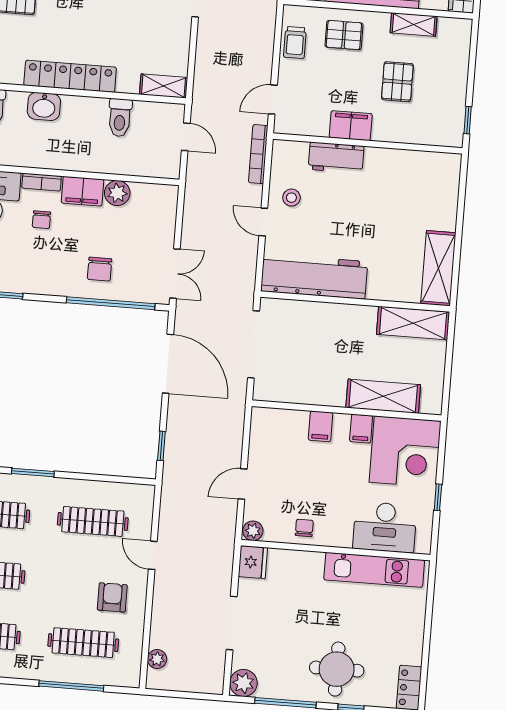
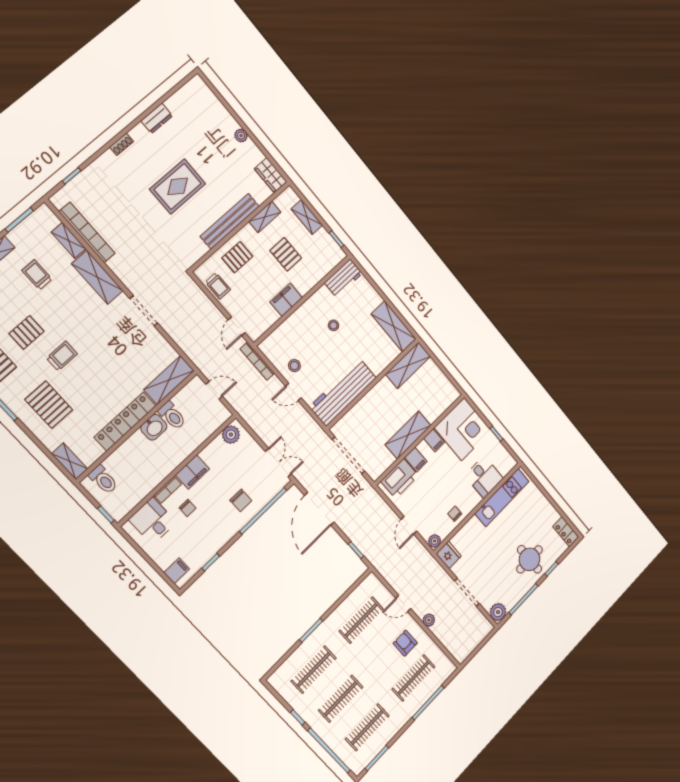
shelving: (458, 68) -> (307, 217), added
shelving: (164, 86) -> (169, 380), width x1.50, depth x1.33
washbasin: (44, 106) -> (154, 427), moved
workbench: (336, 158) -> (343, 278), moved
plant: (117, 193) -> (231, 435), moved
stool: (374, 201) -> (334, 325), added
door: (168, 364) -> (319, 509), swing flipped
shelving: (383, 396) -> (408, 435), moved
printer: (283, 426) -> (400, 478), added
desk: (385, 527) -> (484, 477), width x0.73
plant: (157, 659) -> (429, 620), moved

